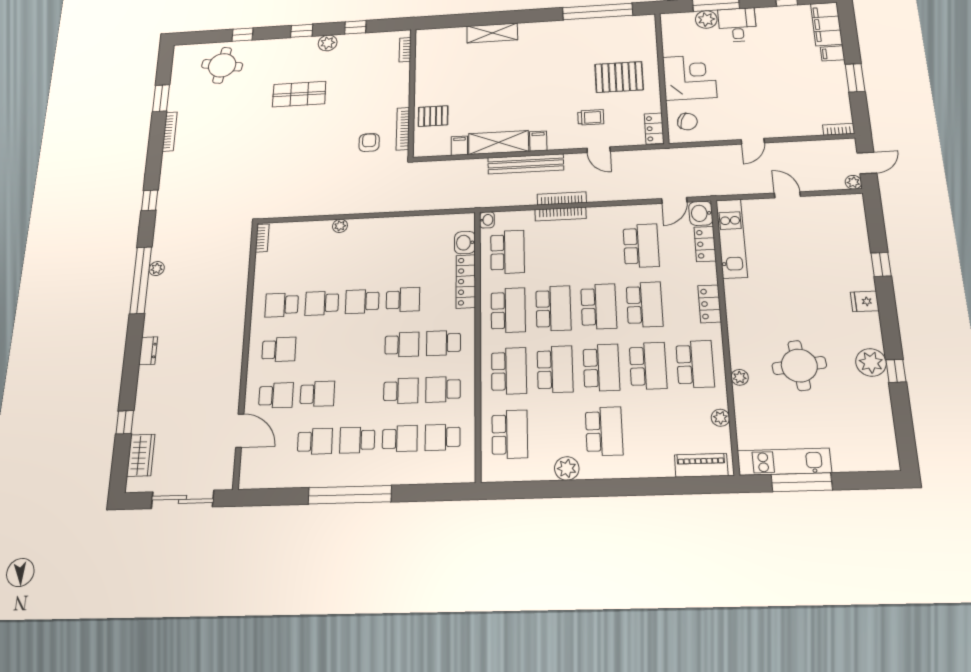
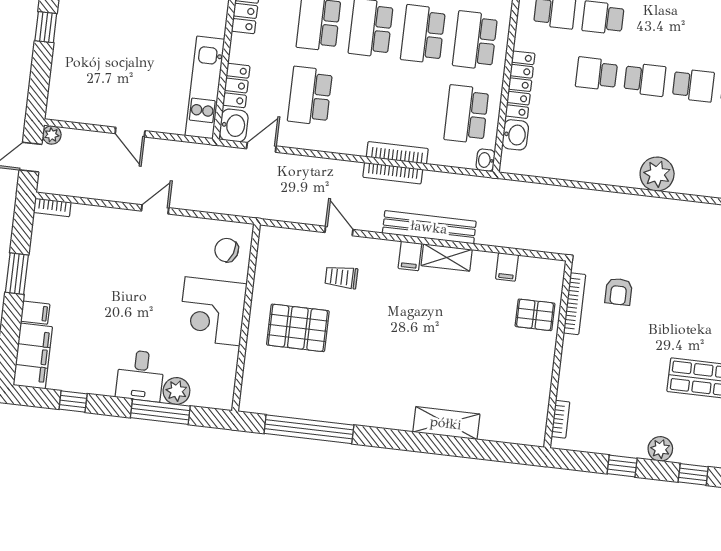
locker: (654, 128) -> (268, 248), removed
shelving: (499, 143) -> (447, 258), width x0.67, depth x0.75
plant: (340, 226) -> (657, 174), width x1.87, depth x1.87

